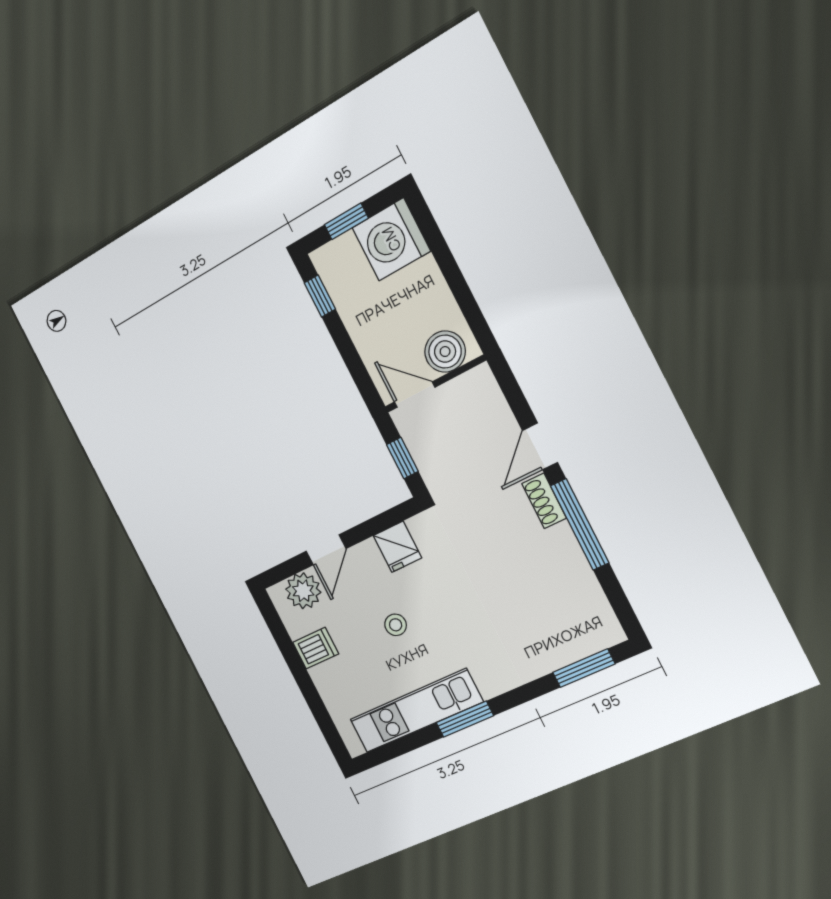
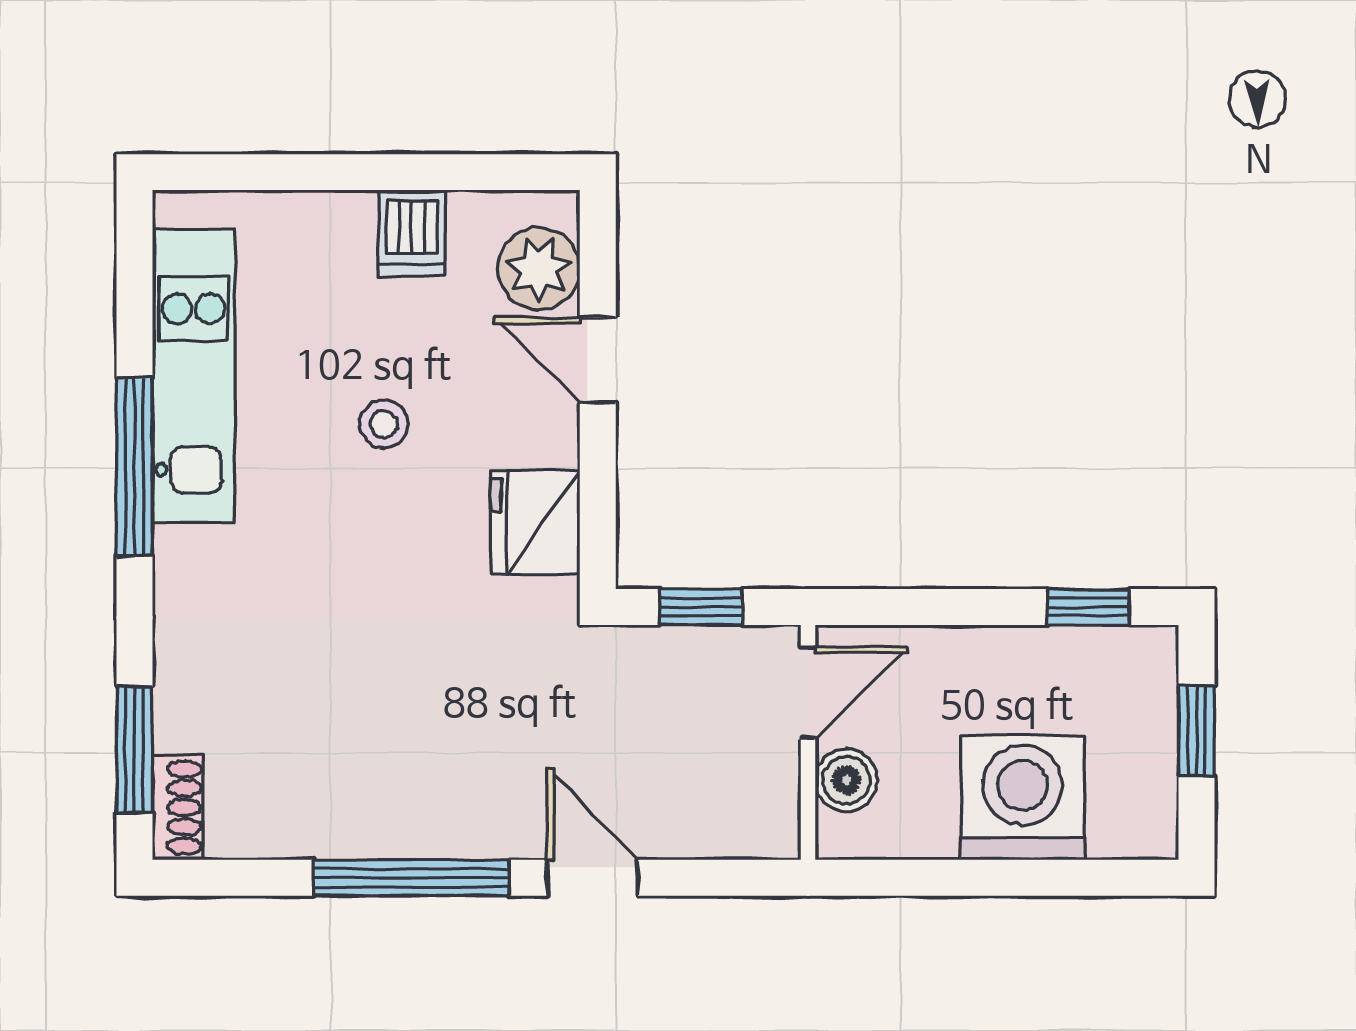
washing machine: (391, 239) -> (1022, 798), moved
boiler: (445, 352) -> (846, 780), width x0.73, depth x0.73
shoe rack: (544, 501) -> (178, 808), moved, turned 90
fridge: (397, 547) -> (535, 523), width x1.38
window: (465, 719) -> (135, 467), width x1.44

